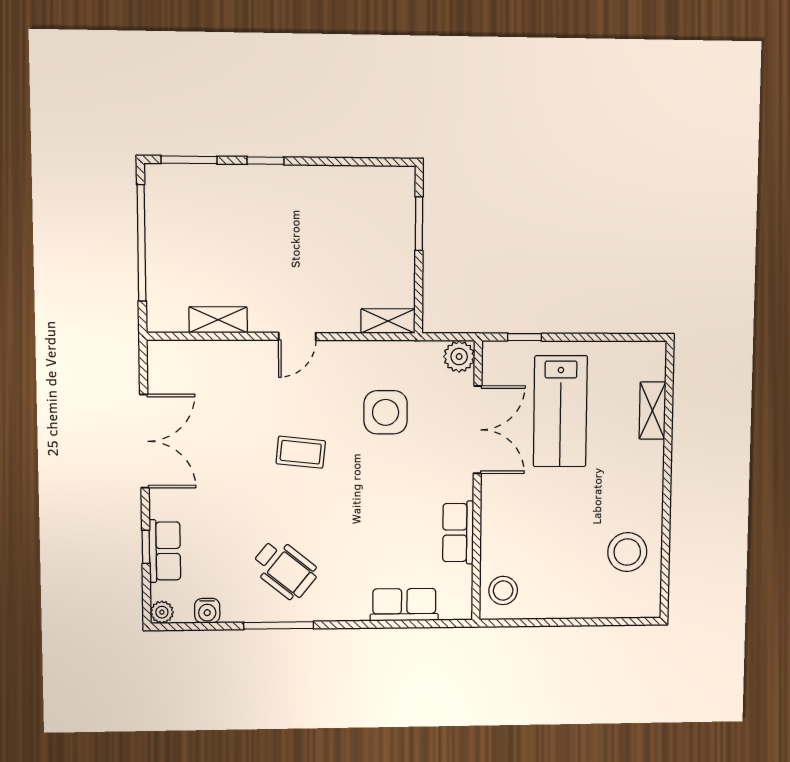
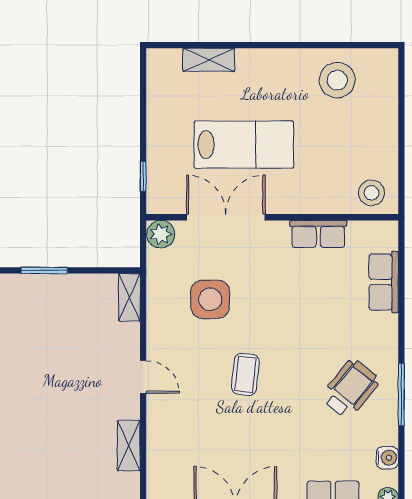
lab bench: (560, 411) -> (244, 145), moved

